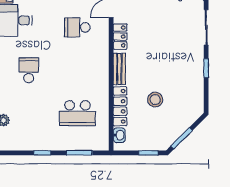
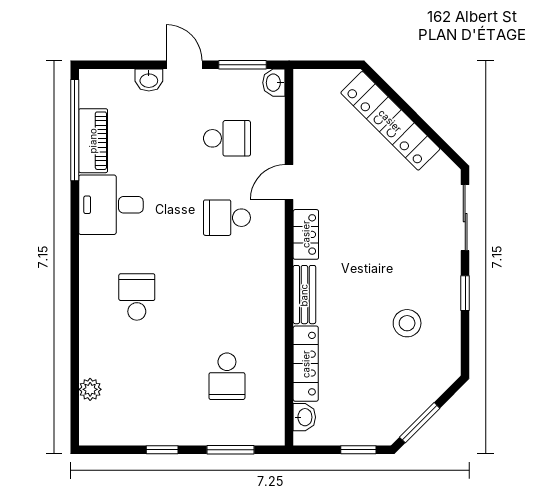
stool: (155, 100) -> (407, 323), moved
school desk: (77, 113) -> (227, 376), width x0.54

